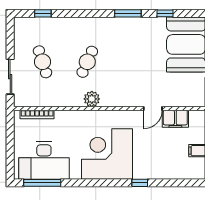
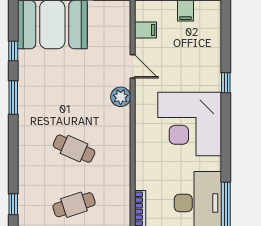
plant: (92, 99) -> (121, 97), moved
filing cabinet: (175, 119) -> (146, 30), width x0.50

